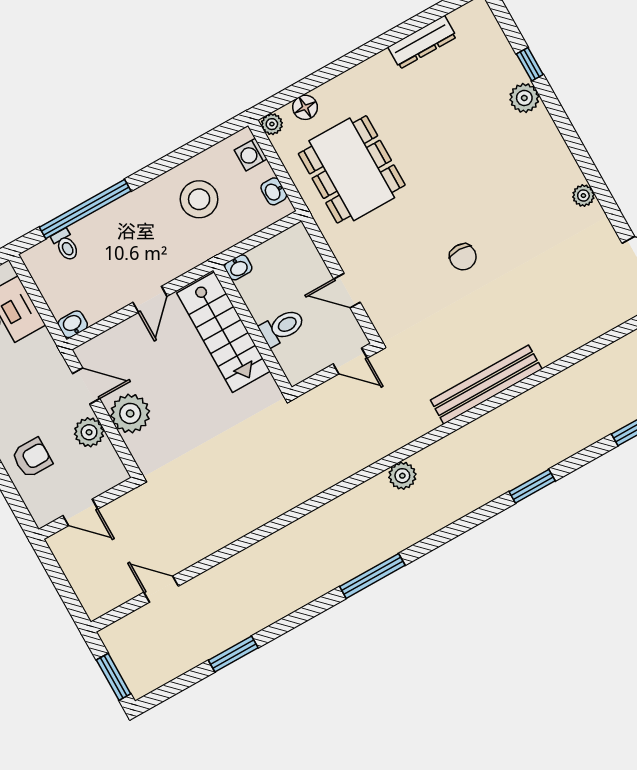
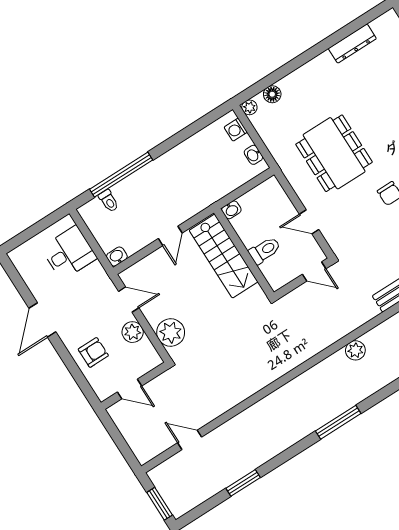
dining table: (352, 169) -> (334, 153), moved
stool: (199, 199) -> (201, 163), removed
plant: (130, 413) -> (171, 333), moved

